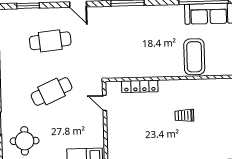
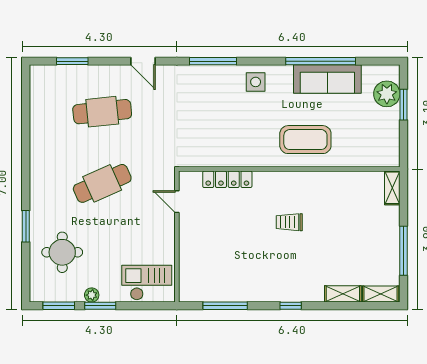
side table: (158, 17) -> (256, 82), added
coffee table: (194, 57) -> (305, 140), turned 90

